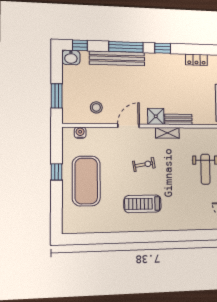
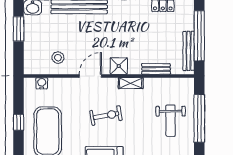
window: (57, 96) -> (19, 29), moved
bench: (178, 119) -> (156, 69), moved
exercise bike: (144, 165) -> (106, 115), width x1.38, depth x1.39

